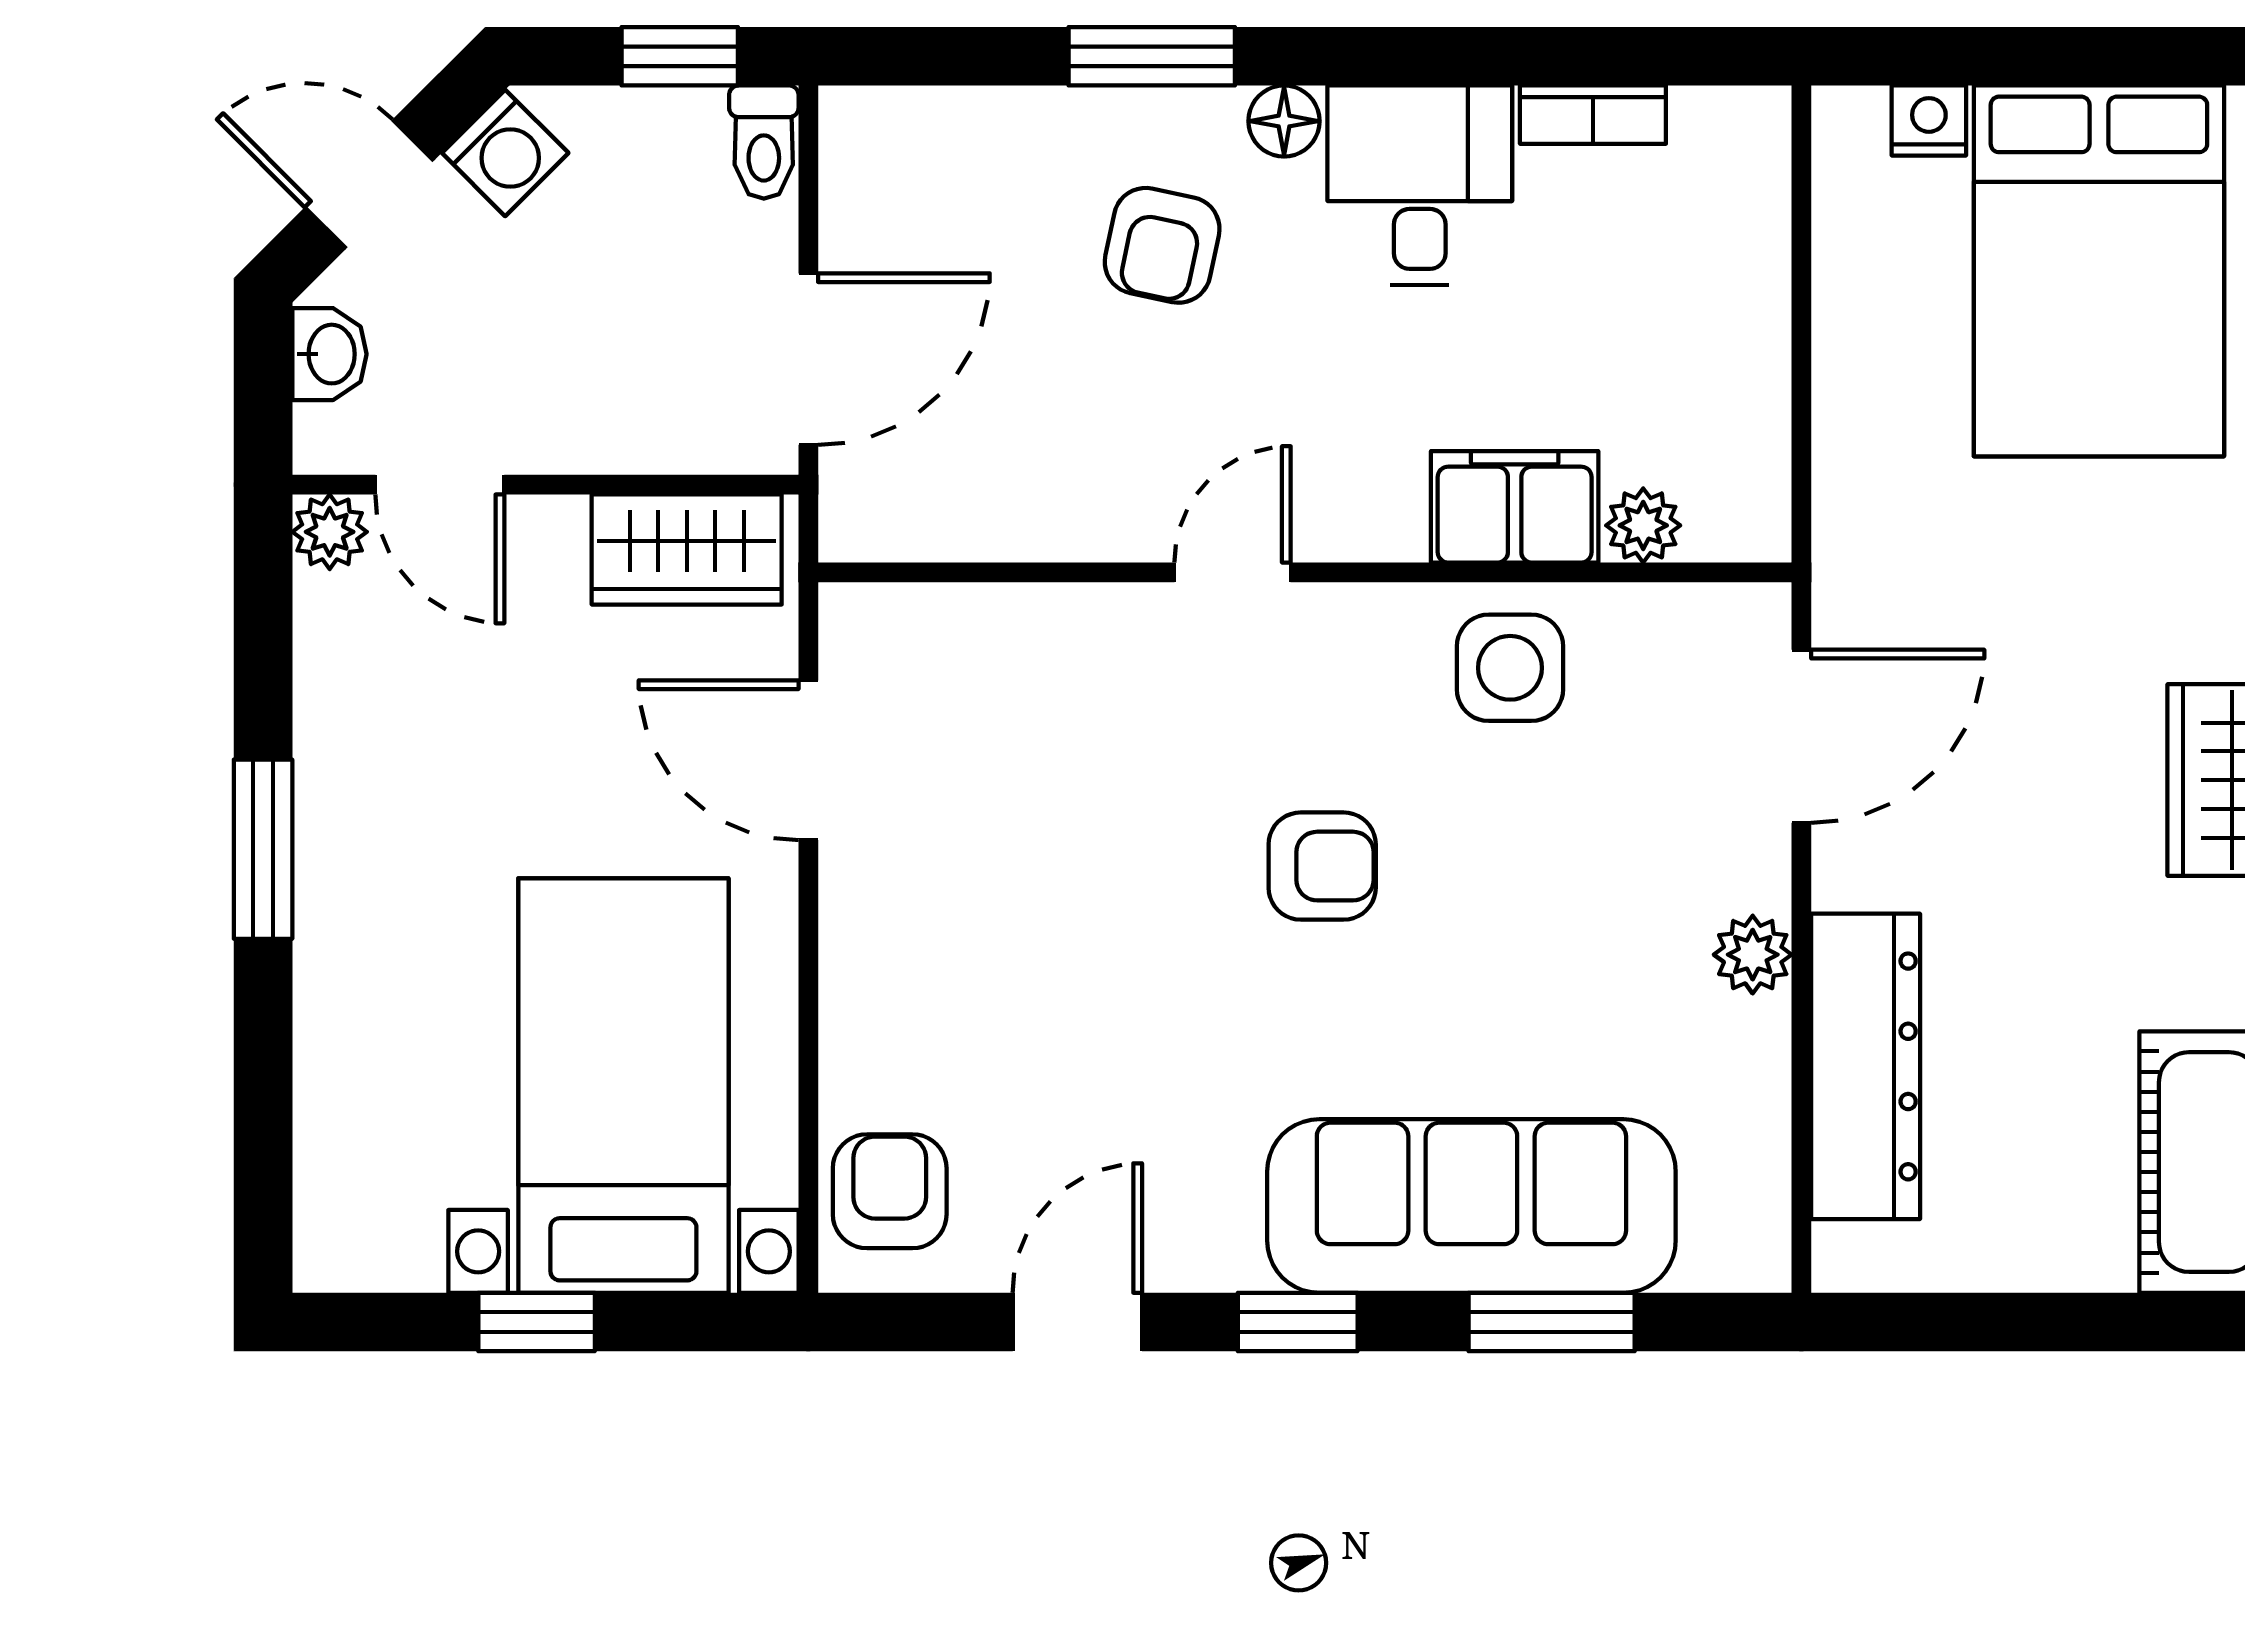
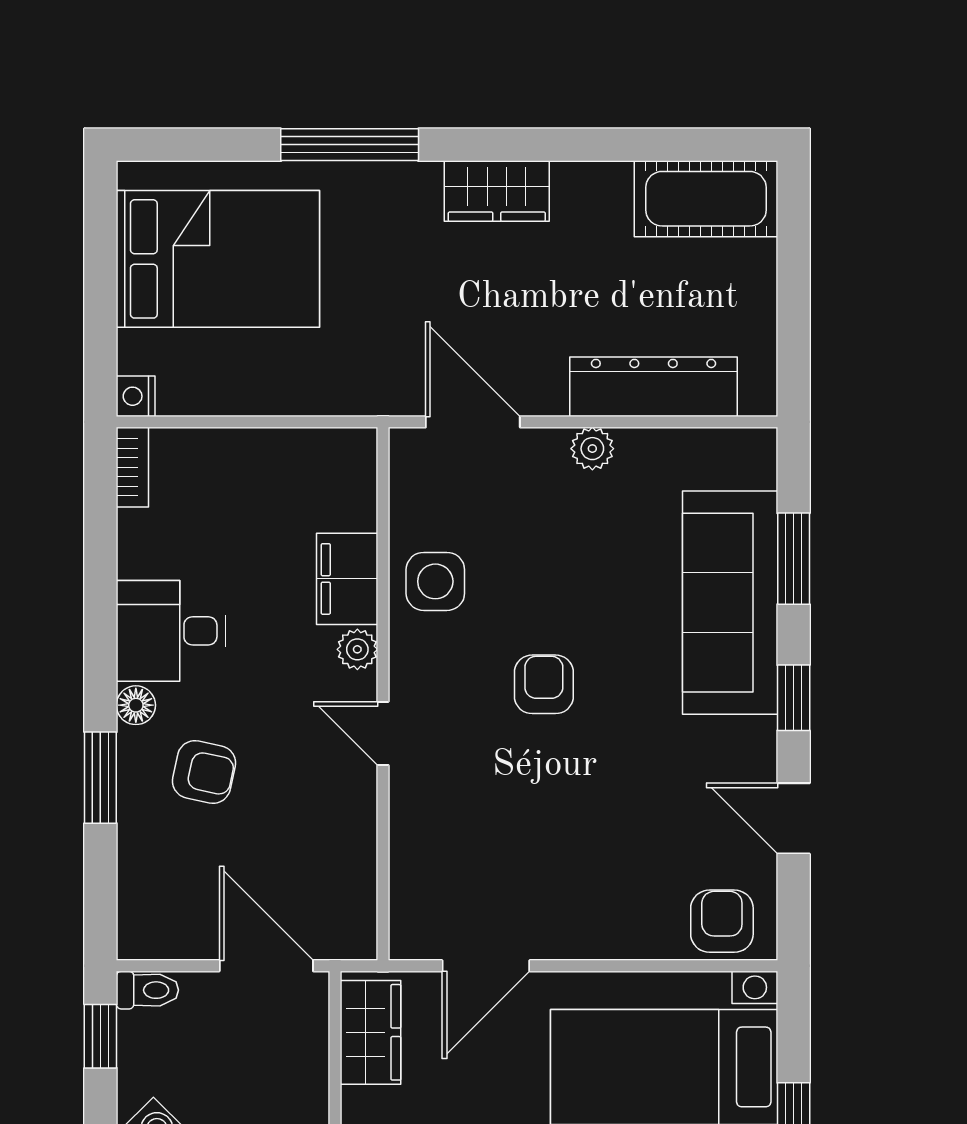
bookcase: (1593, 115) -> (132, 467), moved
nightstand: (1929, 121) -> (136, 396), moved
plant: (1643, 525) -> (357, 649), moved
armchair: (890, 1191) -> (722, 921), turned 90

